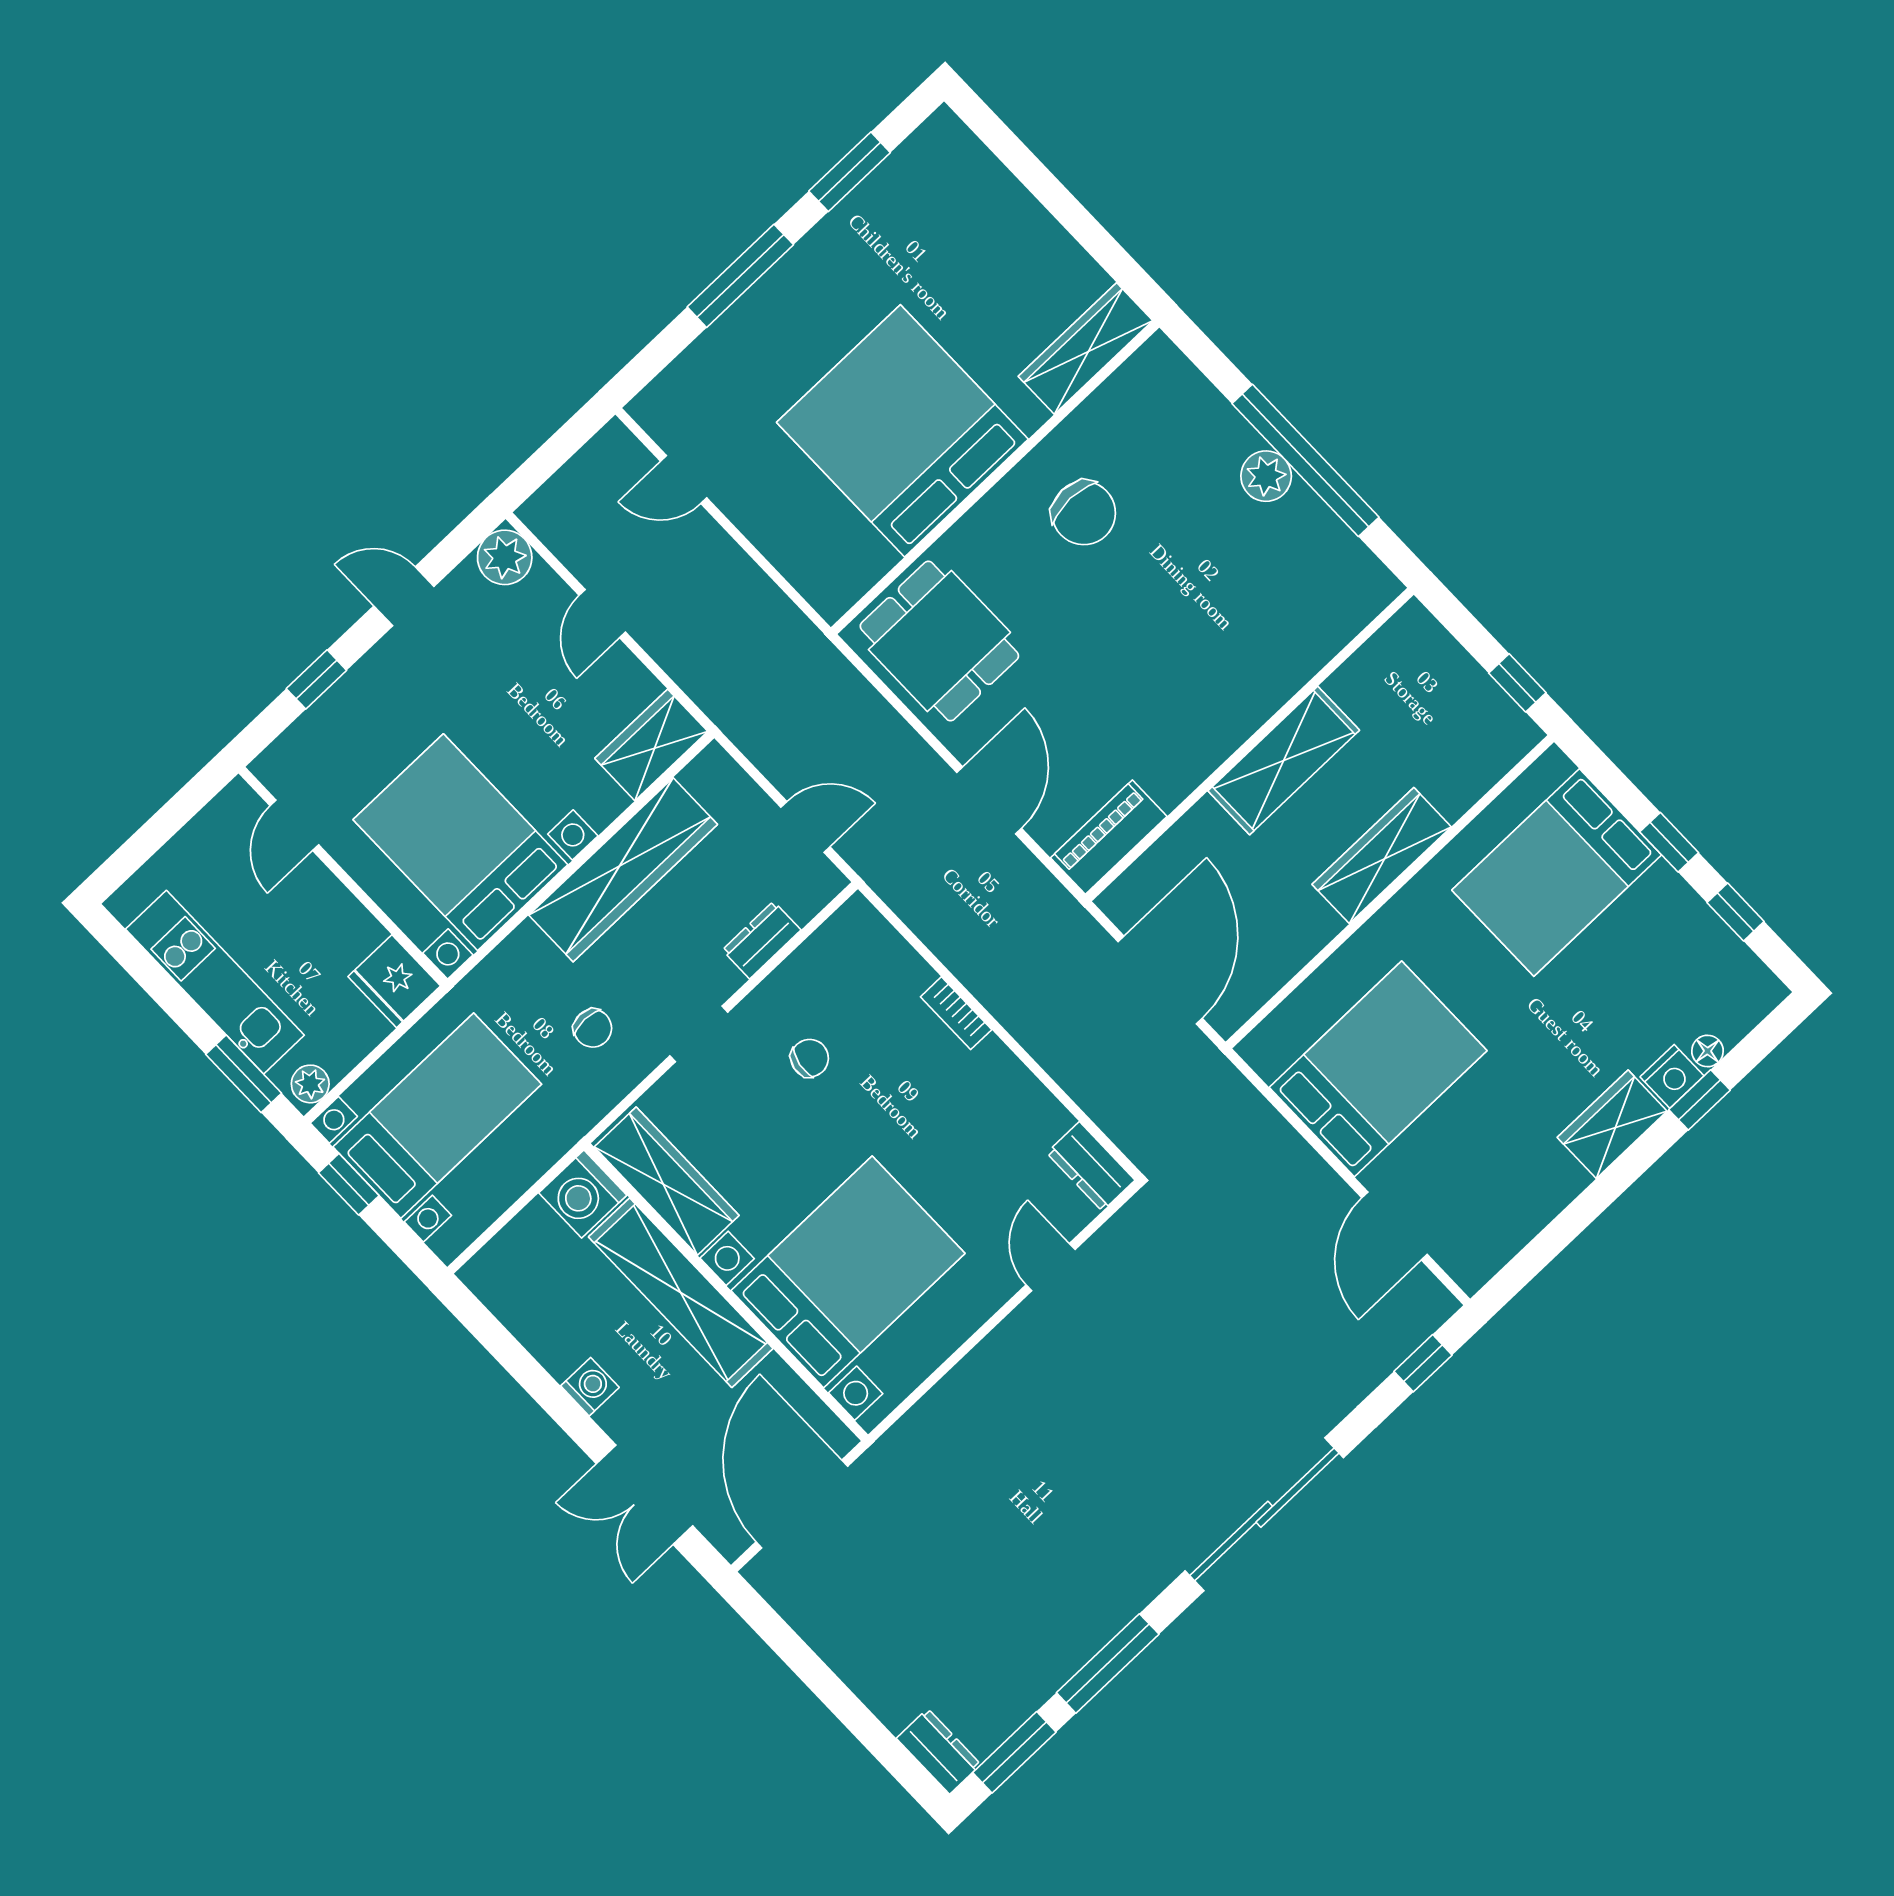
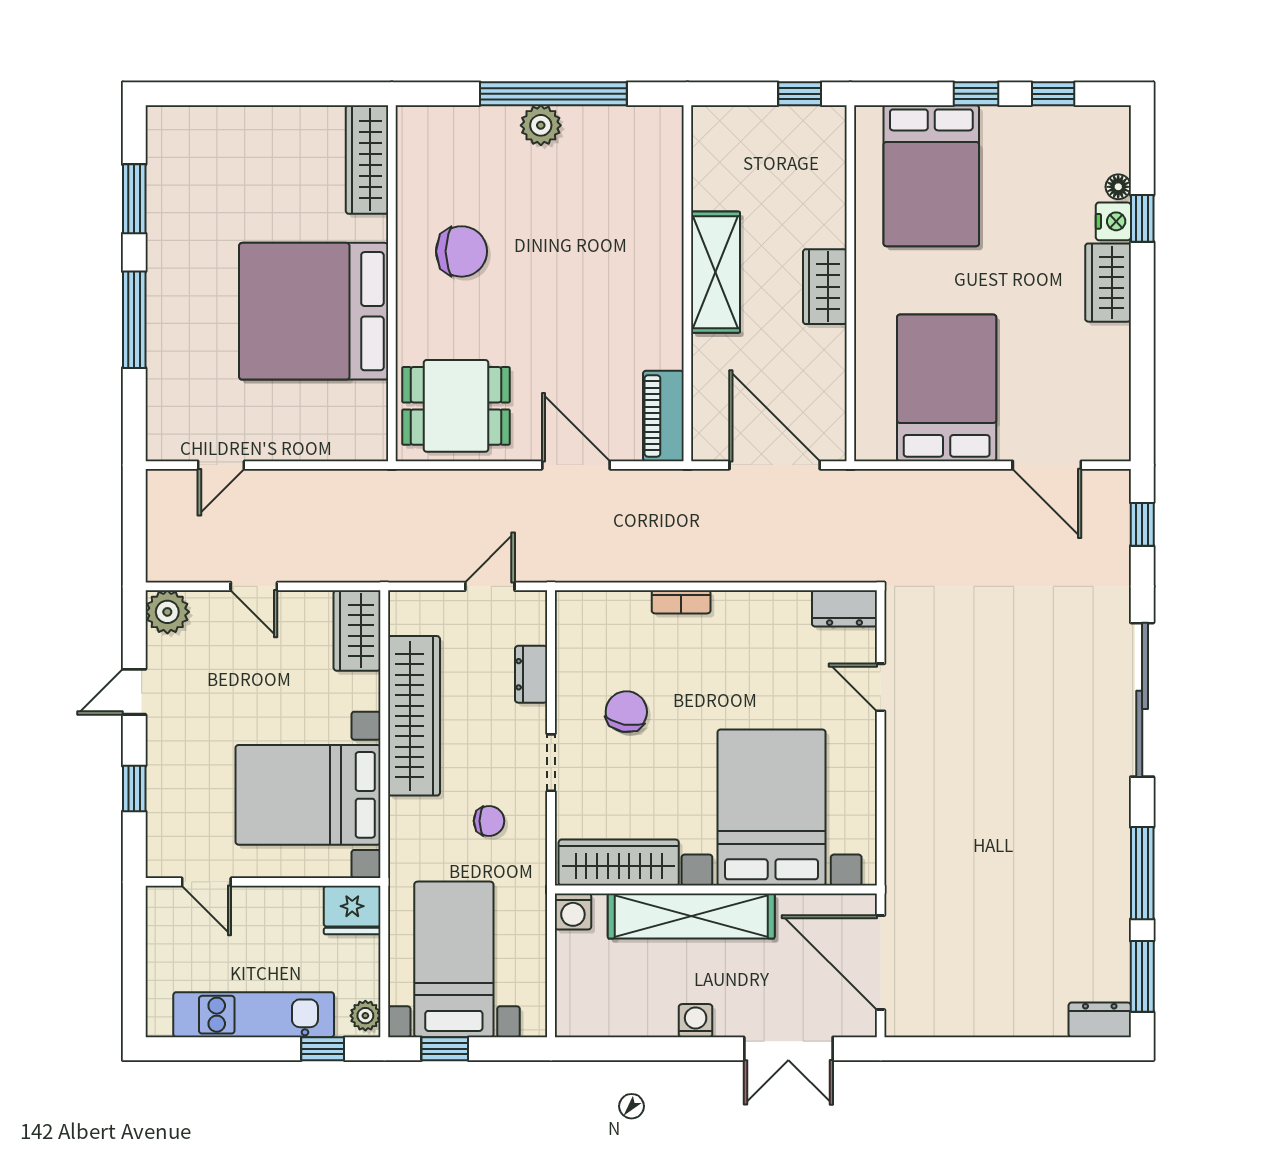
wardrobe: (1382, 856) -> (825, 287), width x0.67
chair: (810, 1058) -> (626, 712), width x1.37, depth x1.37
window: (244, 1074) -> (323, 1049), width x0.67
washing machine: (583, 1194) -> (573, 911), width x0.73, depth x0.73

